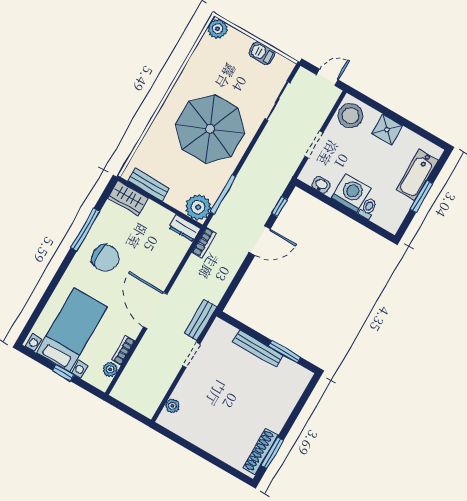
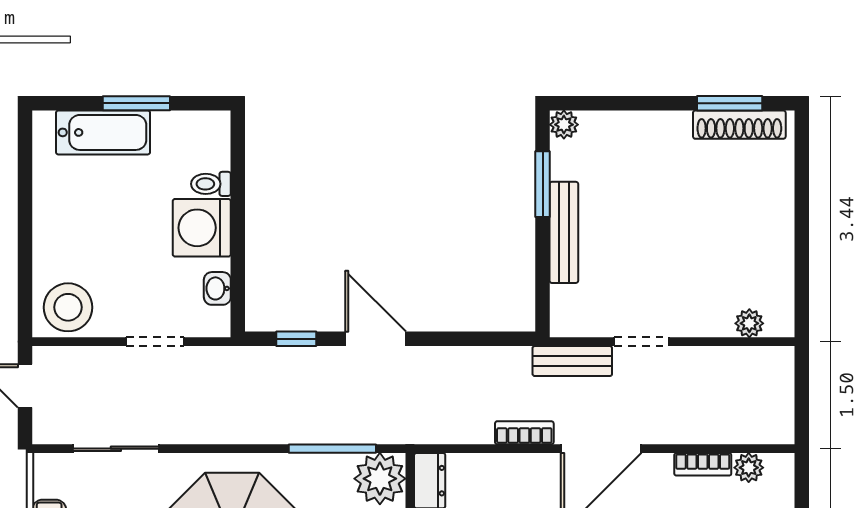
shower: (387, 130) -> (55, 230), removed
bookcase: (204, 243) -> (524, 433), moved
plant: (305, 376) -> (564, 125), added

